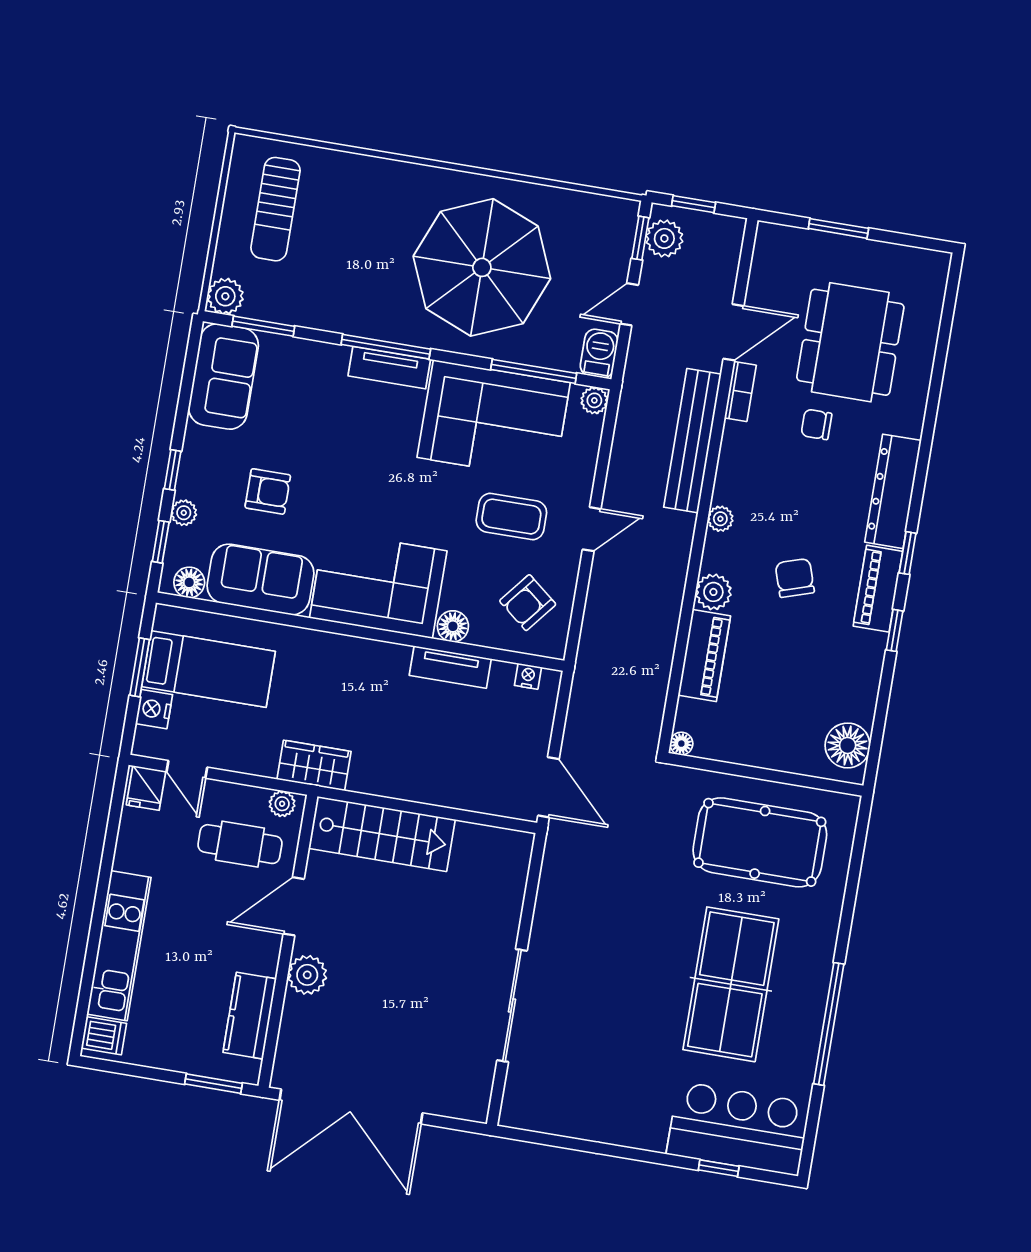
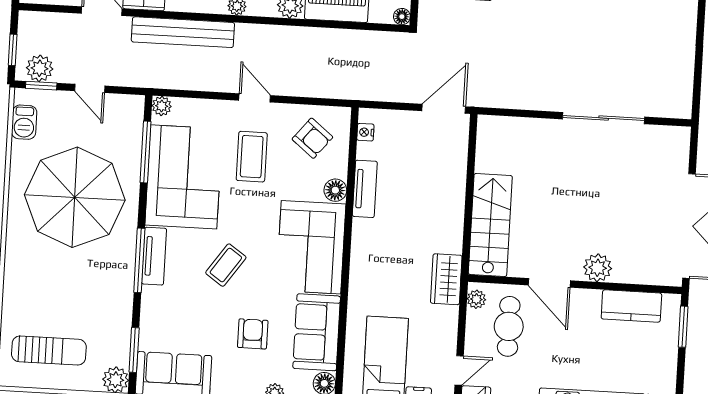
barbecue: (599, 354) -> (24, 122), moved, turned -90
coffee table: (366, 465) -> (226, 265), added

